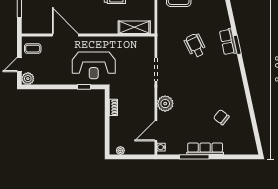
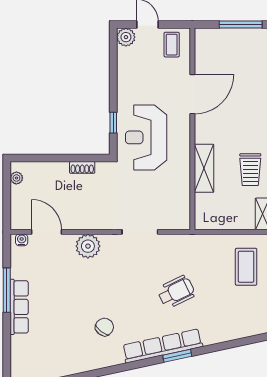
shelving: (134, 27) -> (204, 168), moved
row of seats: (228, 42) -> (163, 346), width x2.02
chair: (221, 117) -> (104, 327), moved

